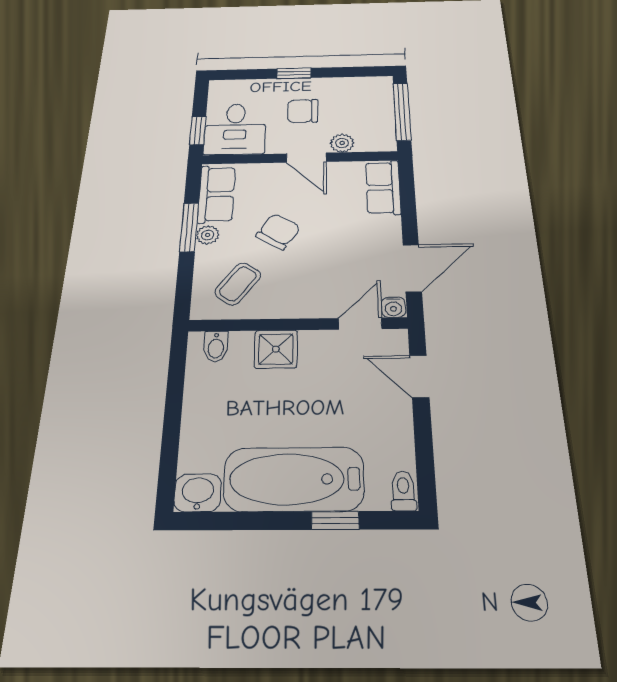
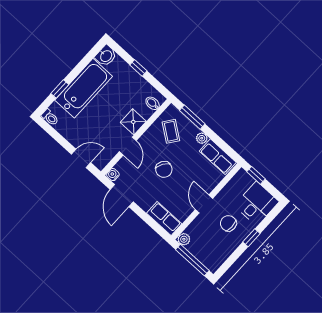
chair: (303, 111) -> (228, 223), turned -90
desk: (235, 129) -> (257, 204), moved, turned 90
plant: (342, 143) -> (184, 239), moved
door: (306, 158) -> (204, 204), hinge flipped
window: (189, 227) -> (192, 117), moved
chair: (278, 231) -> (164, 169), moved
door: (360, 324) -> (128, 146), moved
window: (172, 419) -> (138, 68), added

